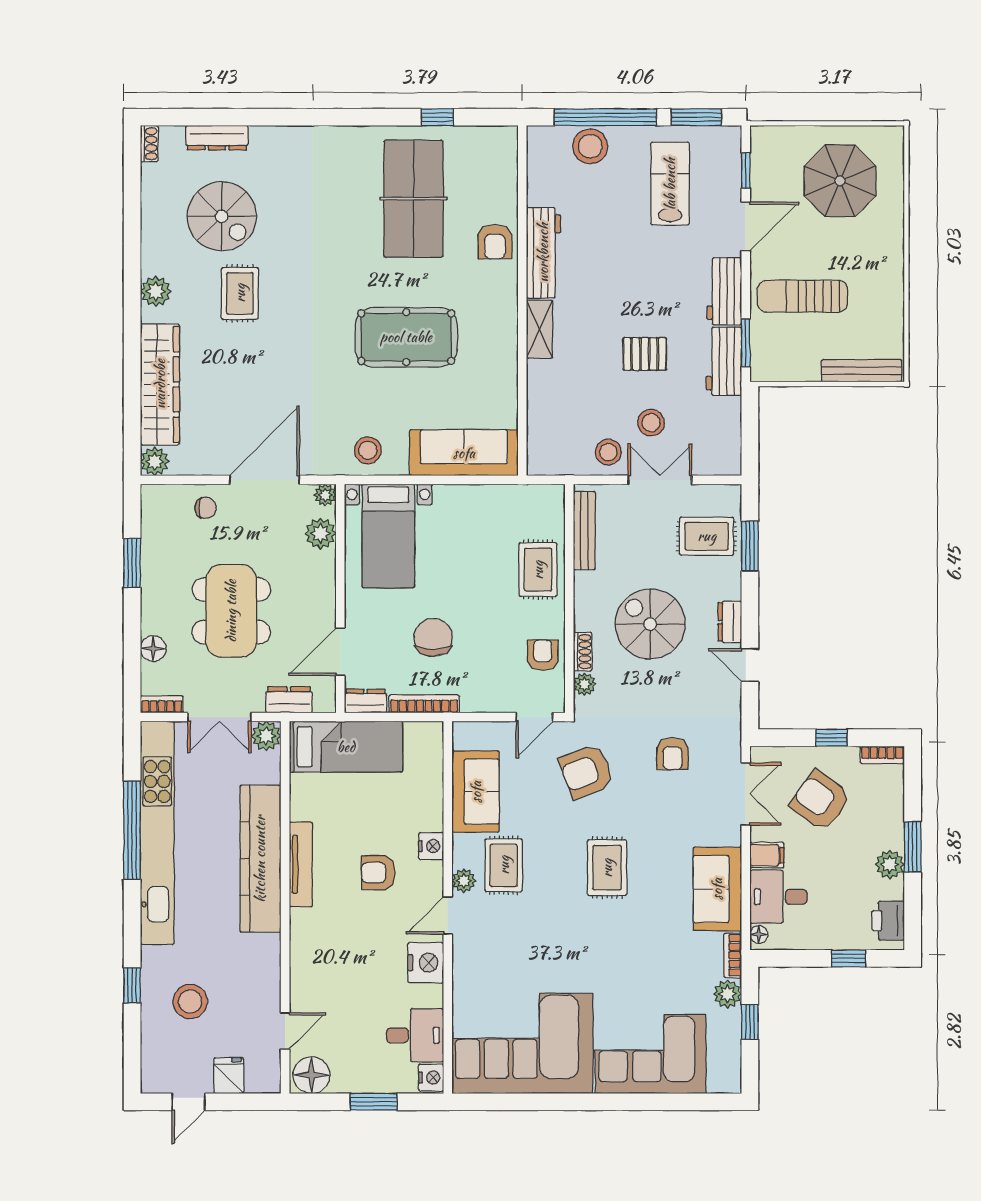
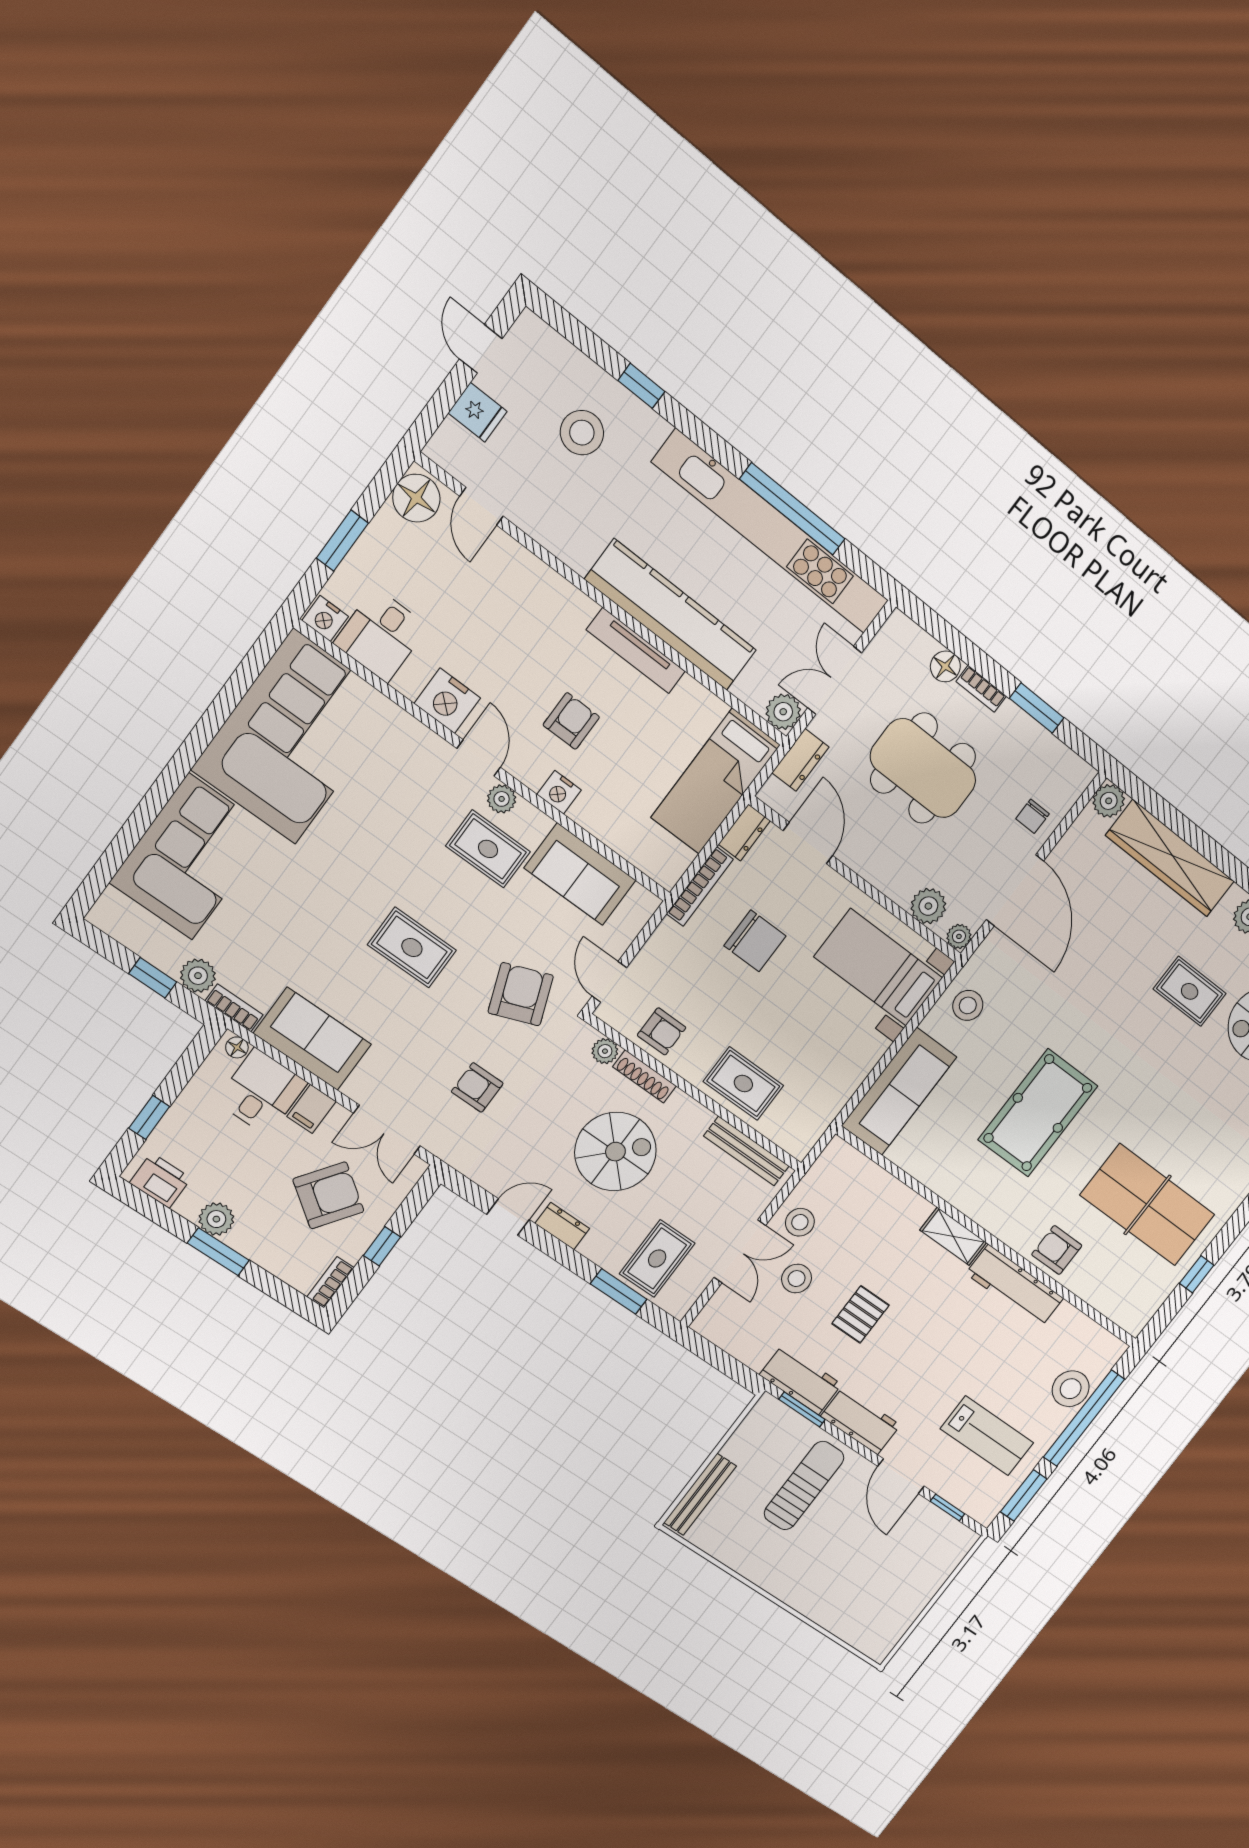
parasol: (840, 181) -> (877, 1582), removed
shoe rack: (583, 652) -> (644, 1076), width x1.43
bookcase: (162, 704) -> (981, 689), moved, turned 90

